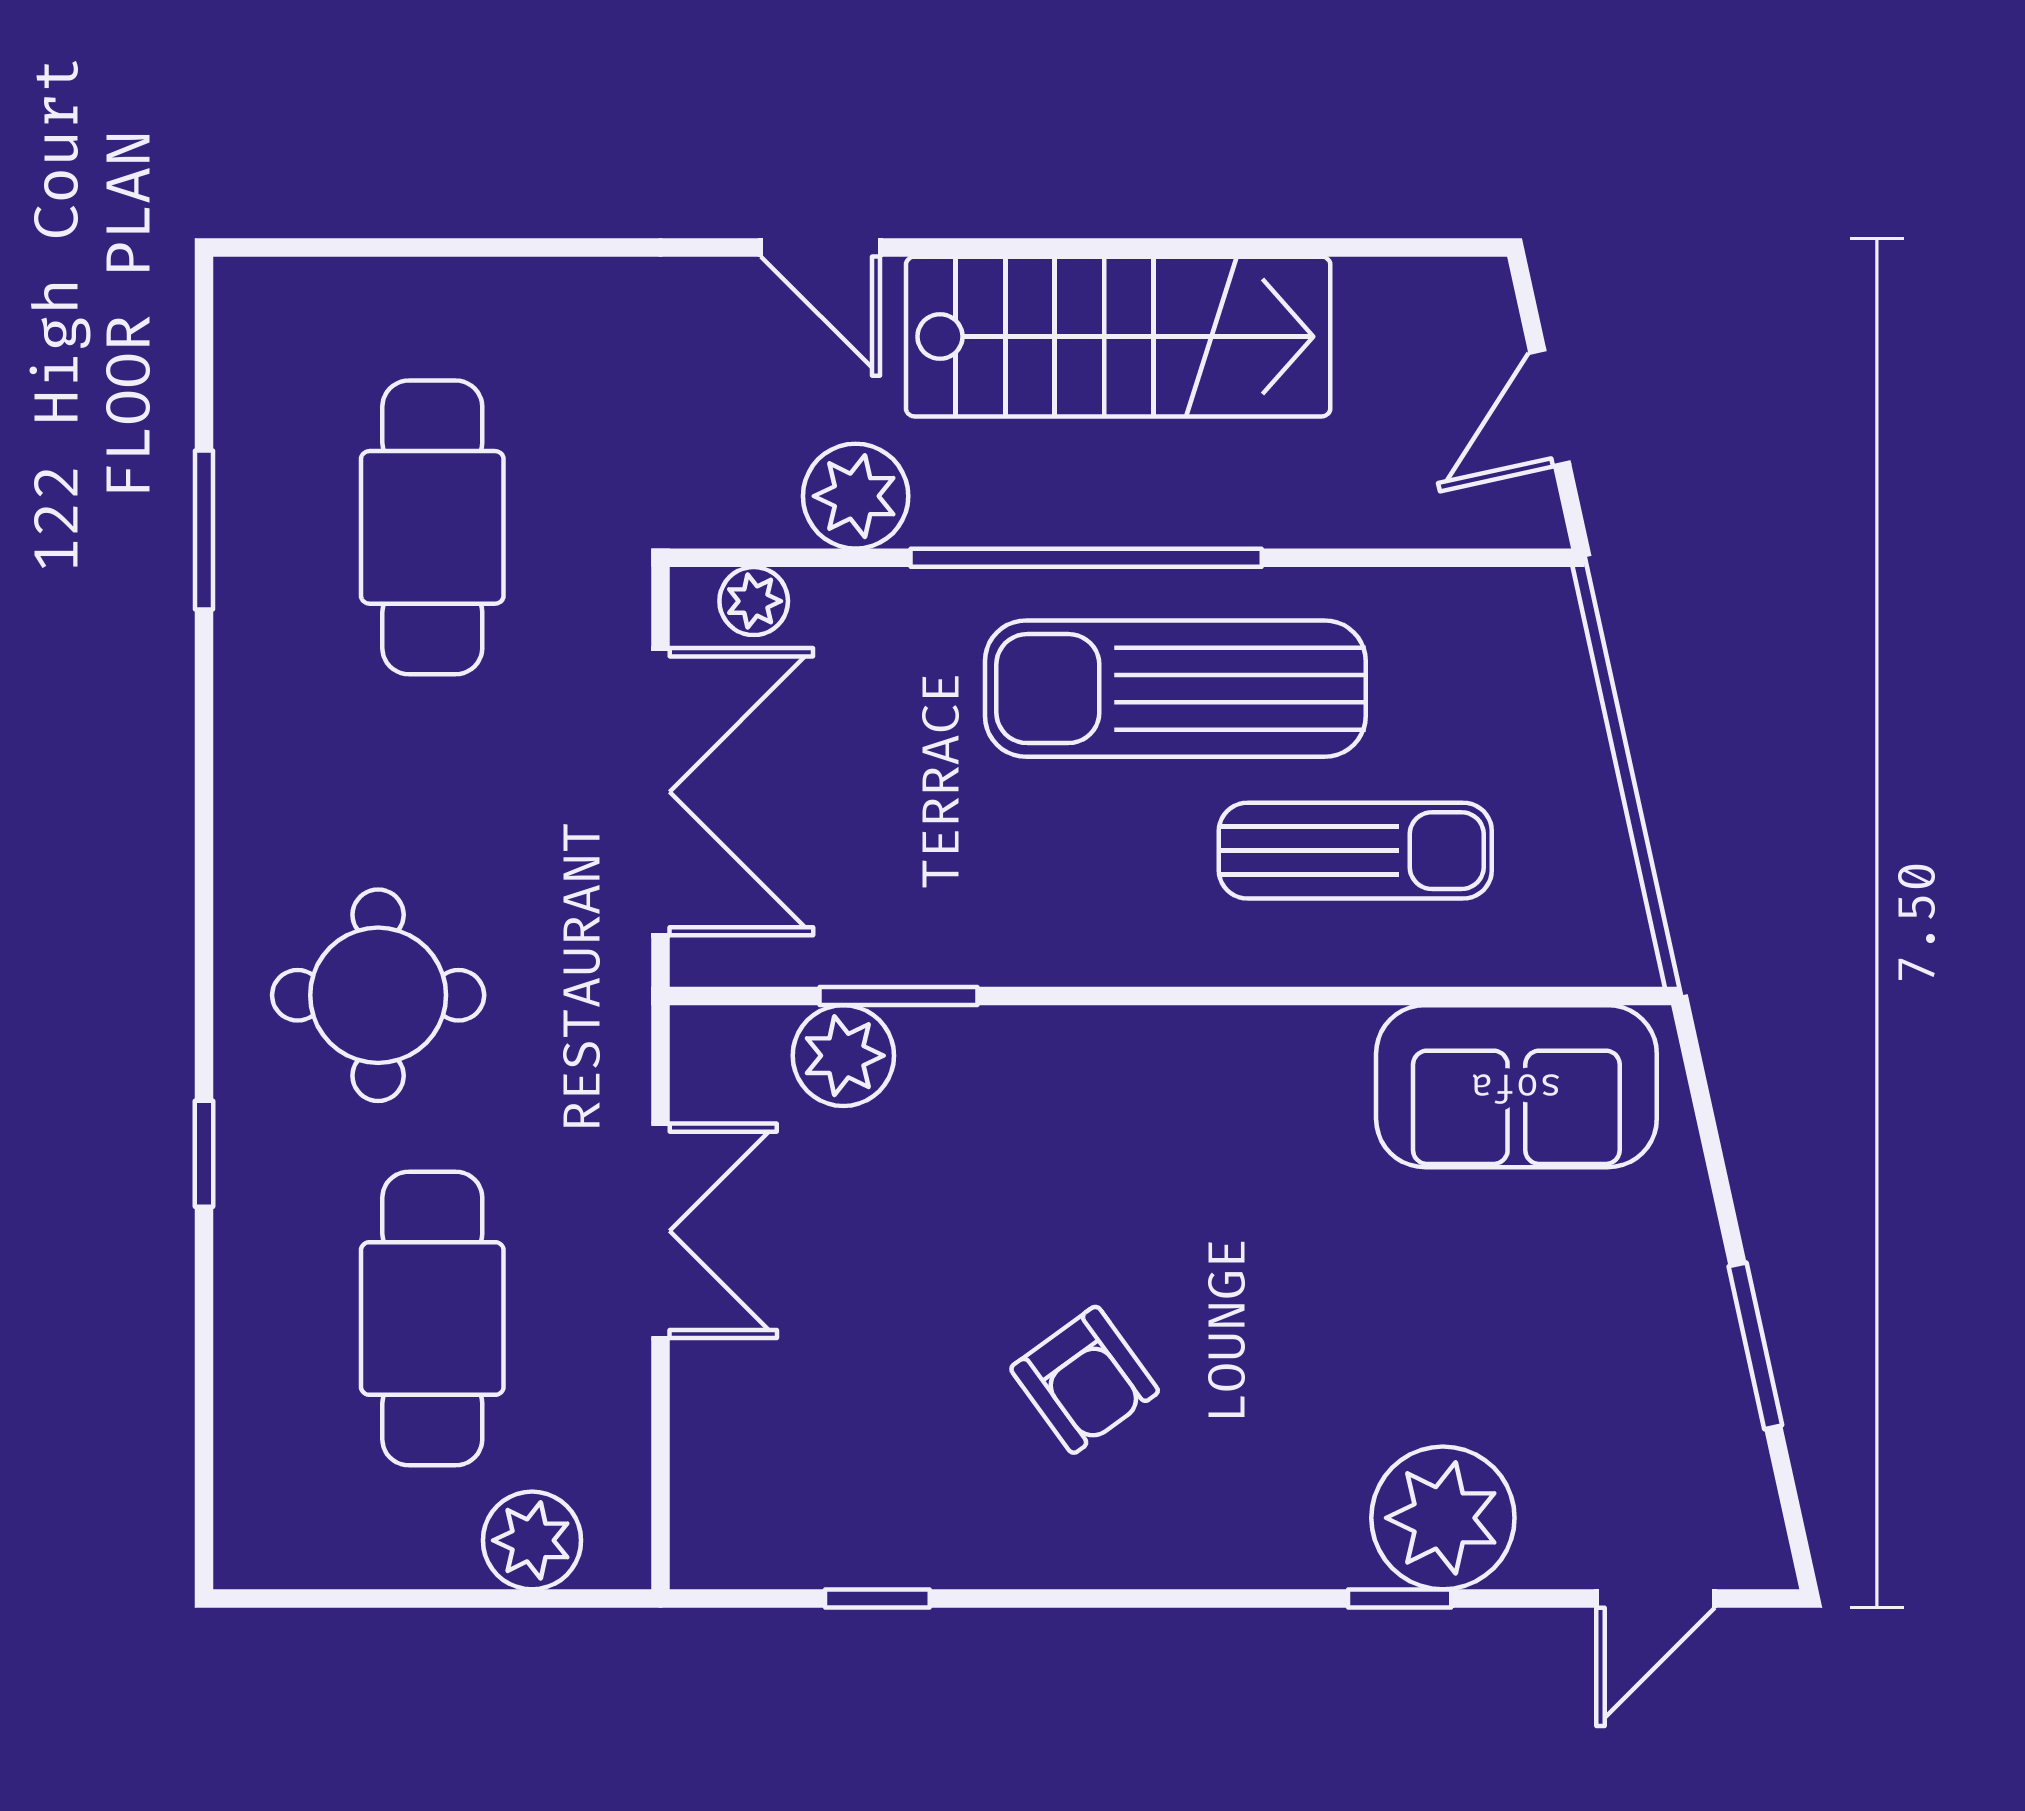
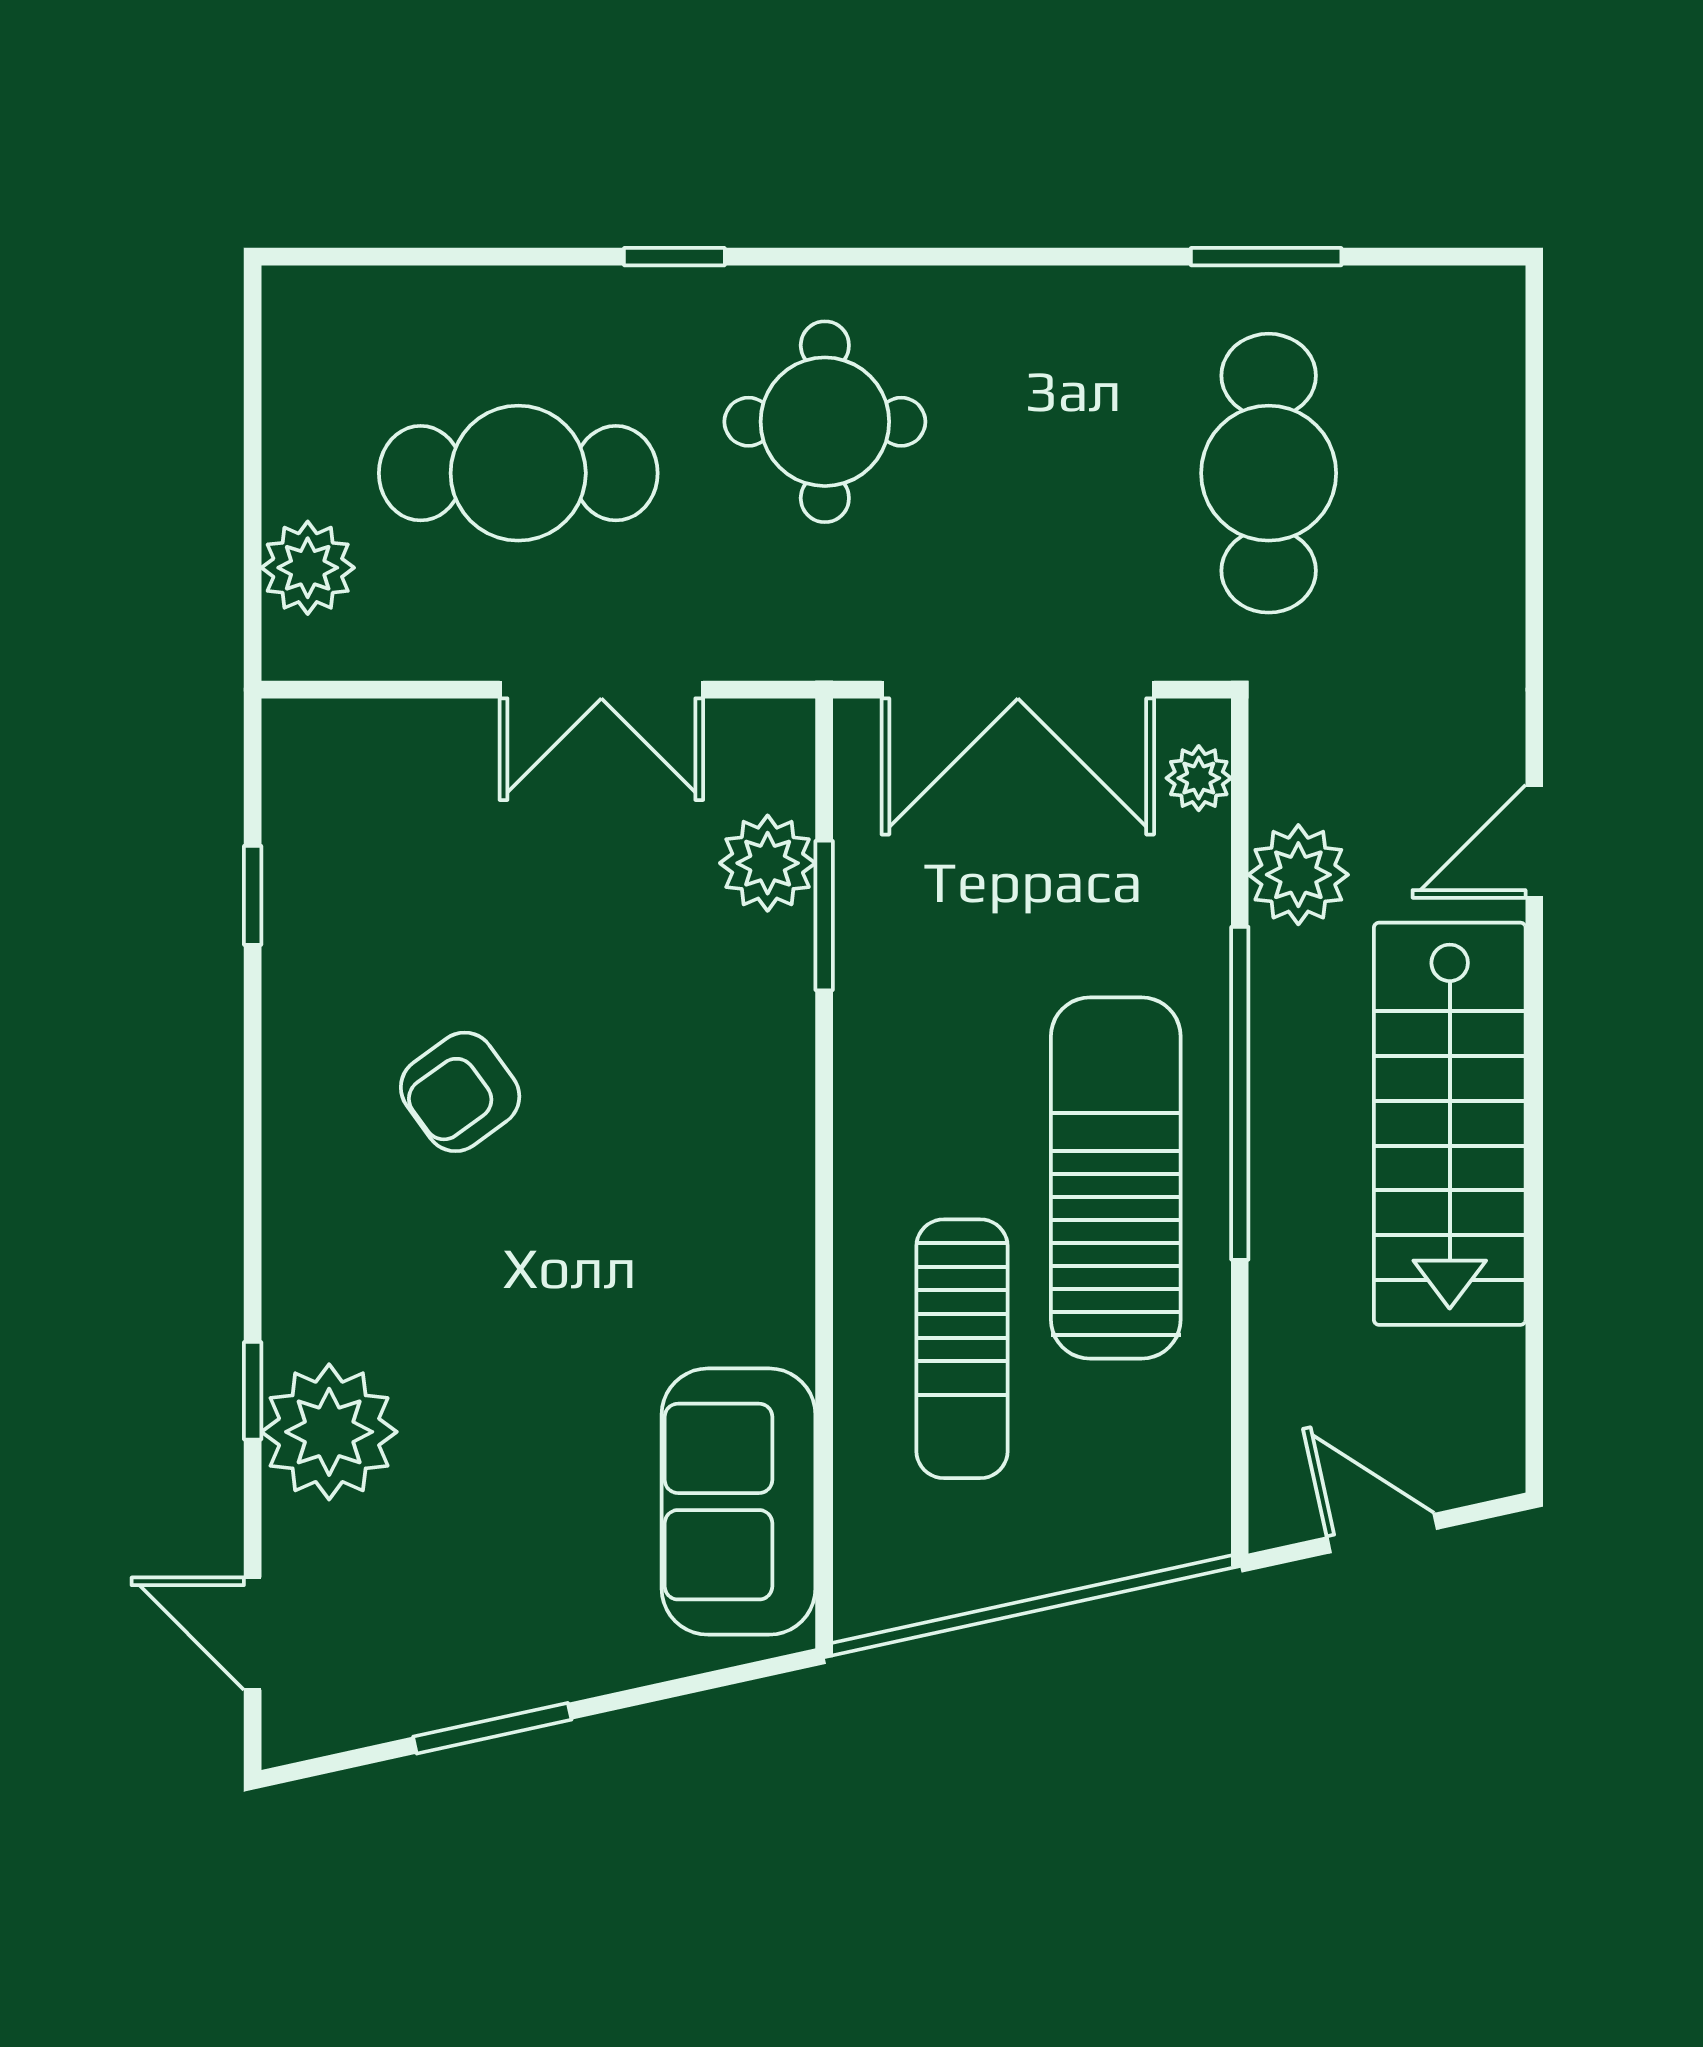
cafe table: (432, 527) -> (1269, 473), turned 90

